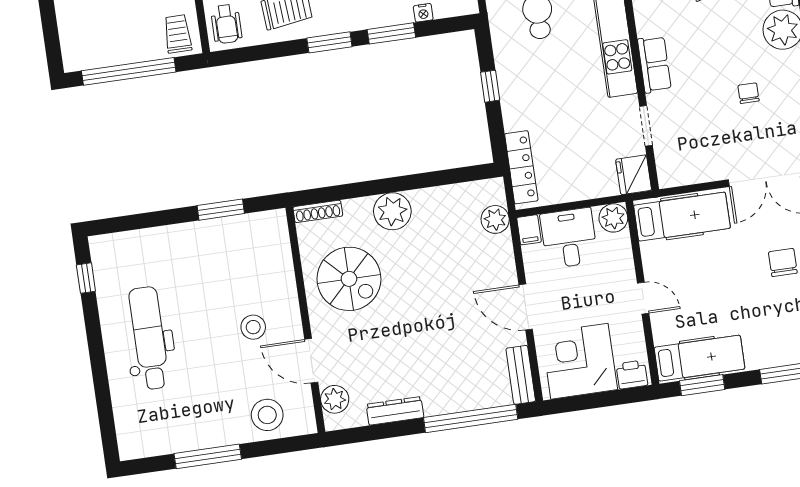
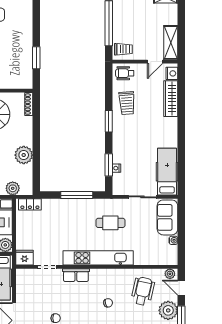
window: (391, 33) -> (109, 165), moved
window: (490, 86) -> (77, 195), width x2.17
locker: (521, 167) -> (30, 204), width x0.66
plant: (392, 211) -> (24, 155), moved

